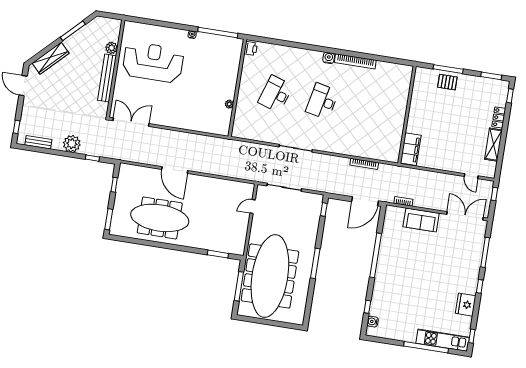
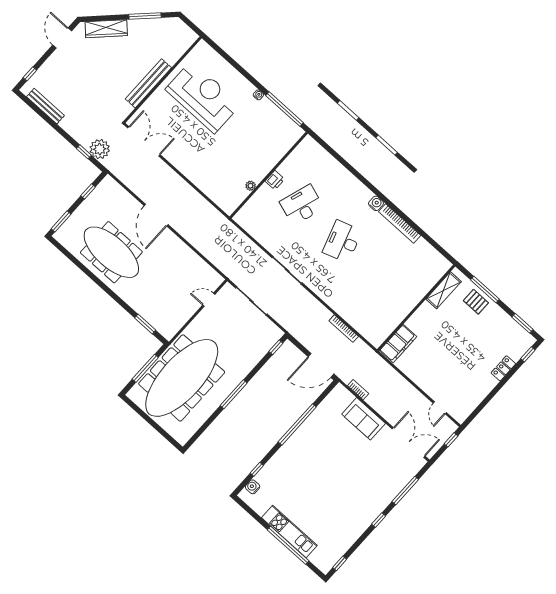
plant: (112, 48) -> (172, 57), removed
printer: (251, 48) -> (275, 180), moved
desk: (322, 101) -> (342, 241), turned -30
bench: (38, 142) -> (45, 106), width x1.36
plant: (72, 144) -> (100, 149), moved
shelving: (493, 145) -> (444, 290), moved
fridge: (466, 305) -> (353, 529), removed
kitchen unit: (443, 340) -> (289, 532), moved

